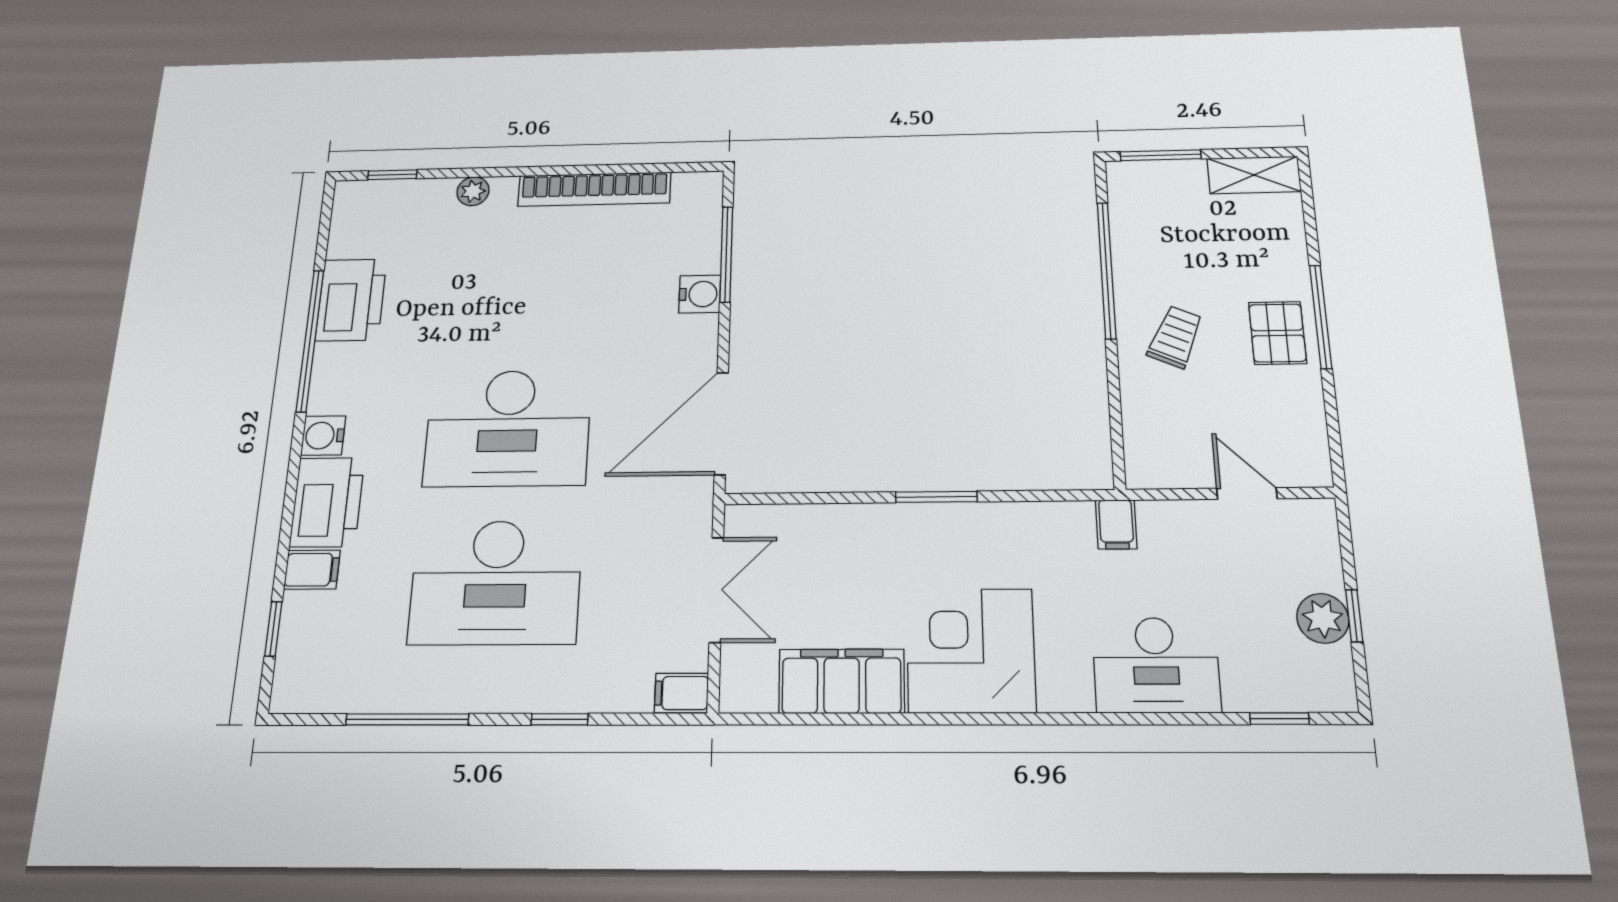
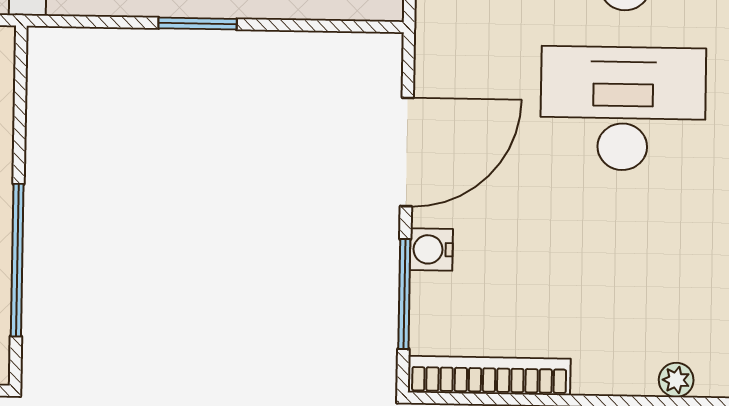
bookcase: (594, 189) -> (489, 376), moved
door: (721, 423) -> (407, 152), moved

